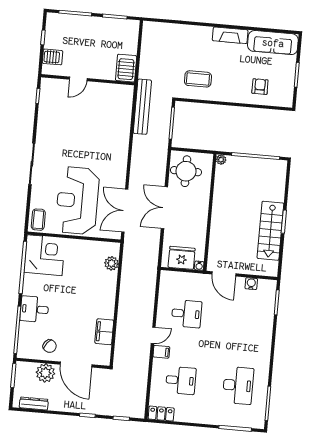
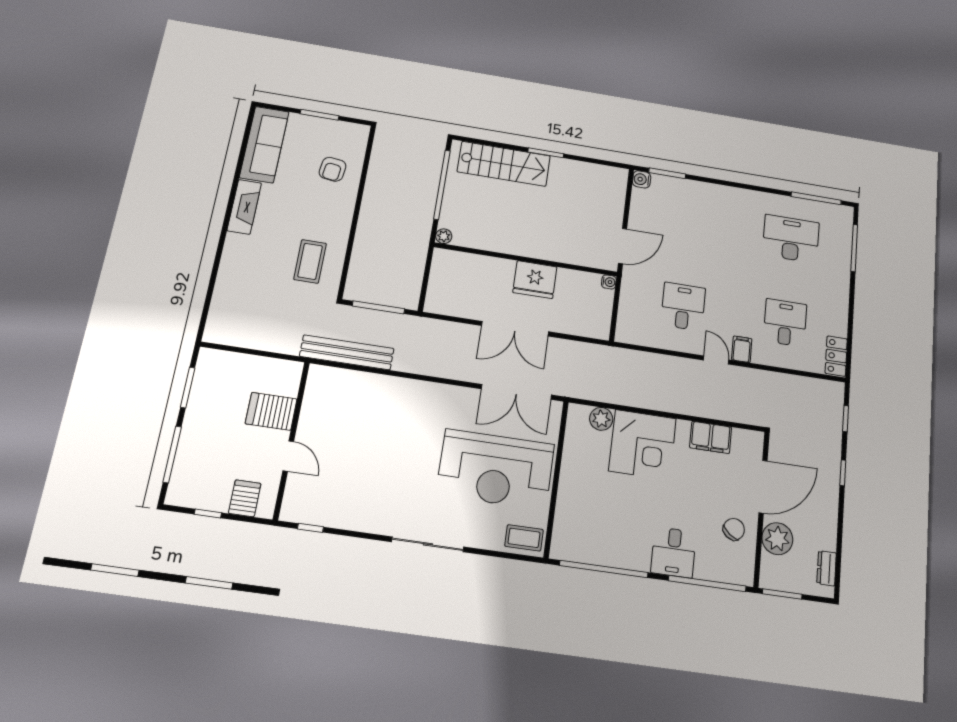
server rack: (126, 68) -> (271, 411), moved
armchair: (260, 87) -> (333, 169), turned -83
round table: (186, 171) -> (458, 291), removed
stairs: (270, 231) -> (504, 164), moved
corner desk: (45, 255) -> (643, 445), moved, turned 180
fridge: (182, 258) -> (535, 280), moved, turned -90
water cooler: (251, 284) -> (642, 179), moved
dresser: (34, 404) -> (827, 568), width x0.70

